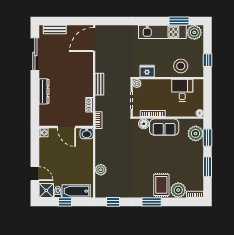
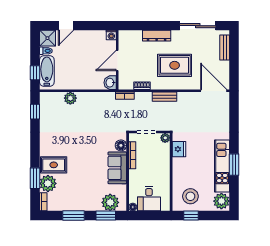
window: (179, 21) -> (234, 165), moved
stool: (181, 66) -> (190, 196), moved
rug: (71, 75) -> (175, 65), added
desk: (182, 90) -> (149, 199), moved, turned 90
window: (65, 202) -> (35, 73), moved
window: (152, 202) -> (35, 178), moved

